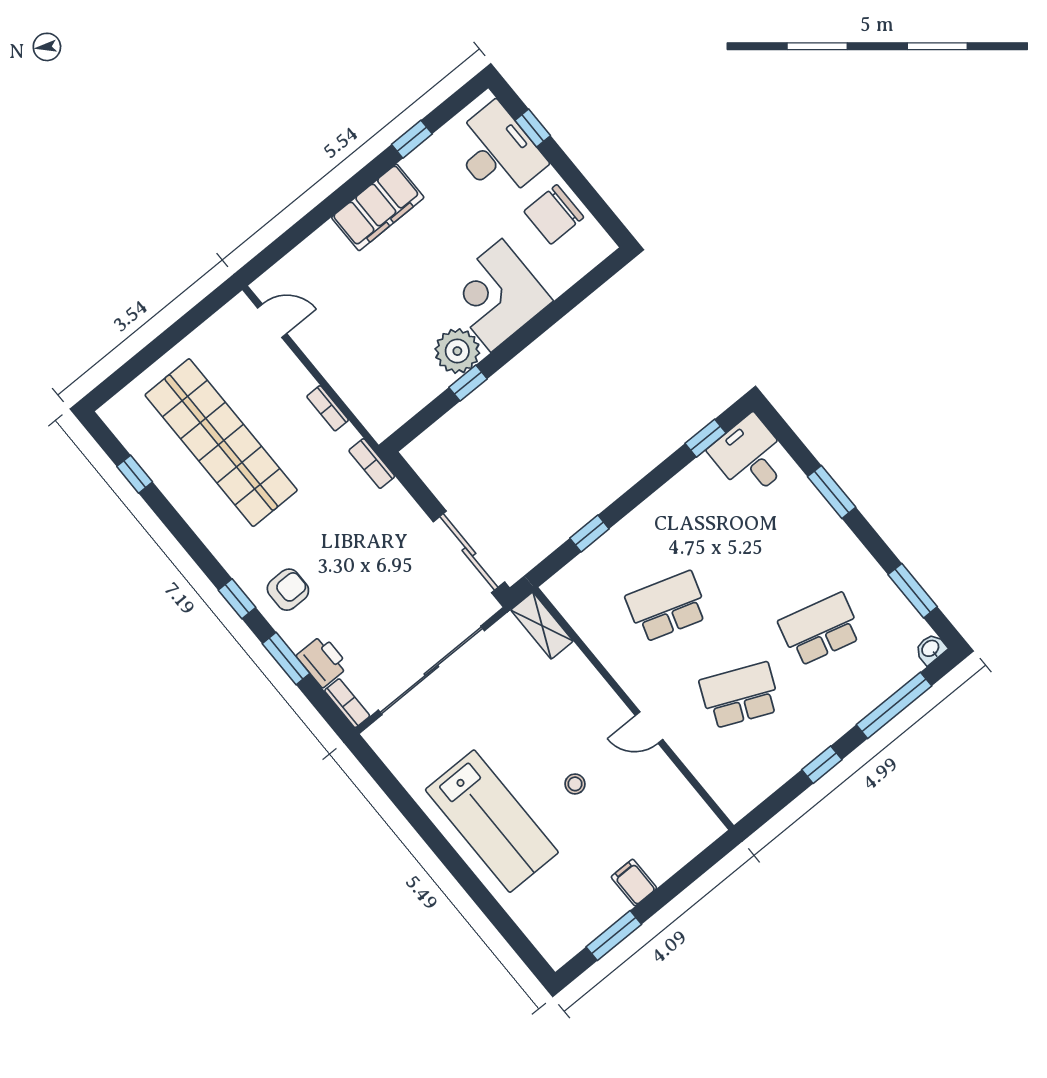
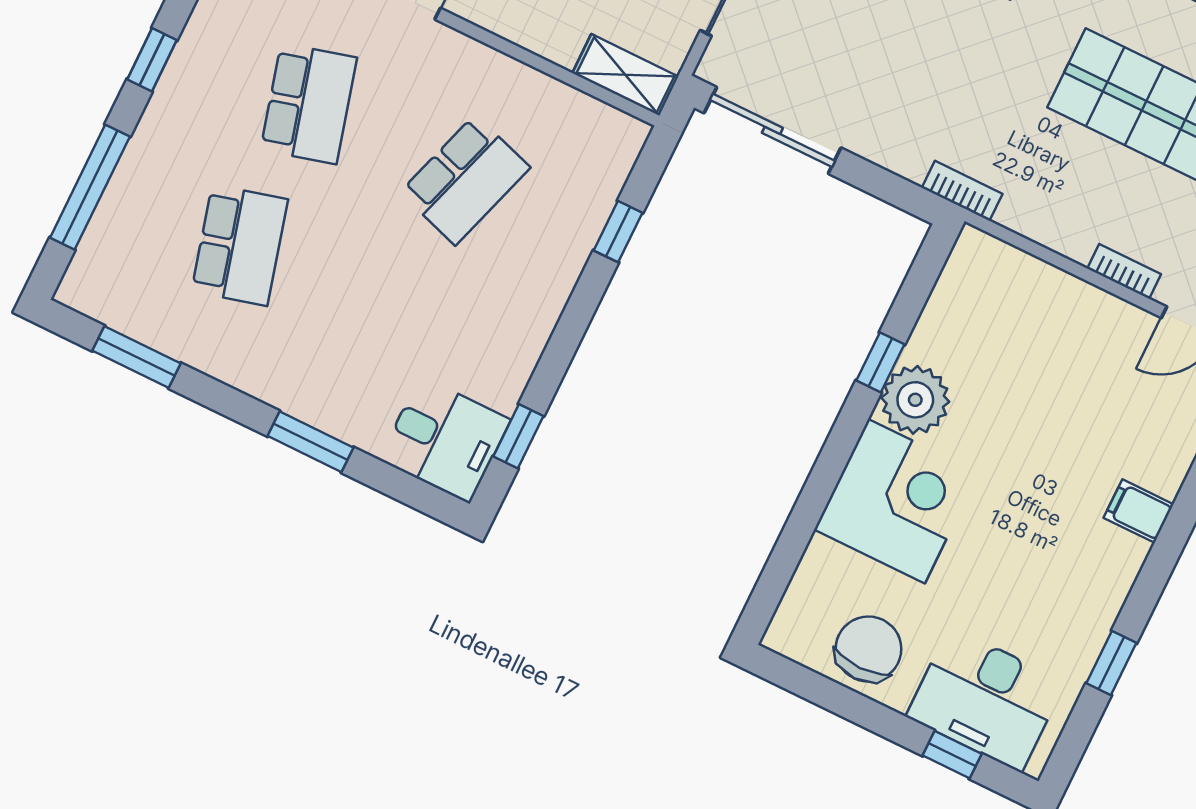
filing cabinet: (378, 207) -> (1139, 511), width x0.33, depth x0.86
bookcase: (328, 408) -> (1124, 271), moved
school desk: (820, 629) -> (240, 245), turned -30
washbasin: (931, 649) -> (75, 288), removed
school desk: (740, 695) -> (309, 104), turned -39

